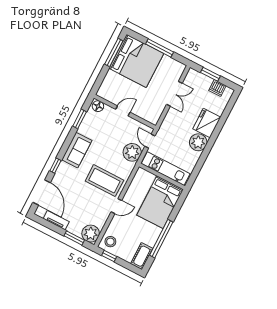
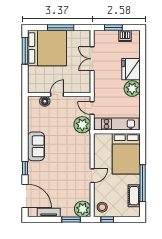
double door: (174, 94) -> (92, 59), swing flipped
floor lamp: (98, 106) -> (45, 101), moved
window: (80, 119) -> (25, 120), removed
coffee table: (104, 181) -> (72, 160), removed
cot: (142, 256) -> (134, 196), moved

